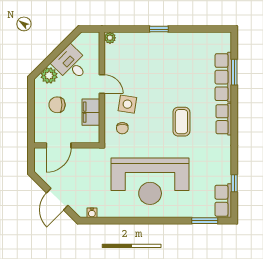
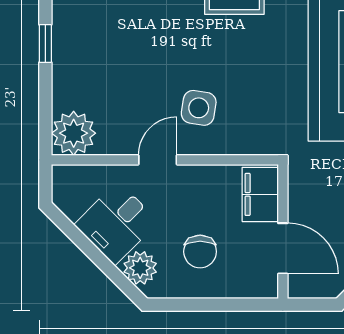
plant: (110, 38) -> (74, 133), width x1.87, depth x1.87
filing cabinet: (91, 112) -> (260, 194), moved, turned 90
chair: (122, 128) -> (248, 118), removed

